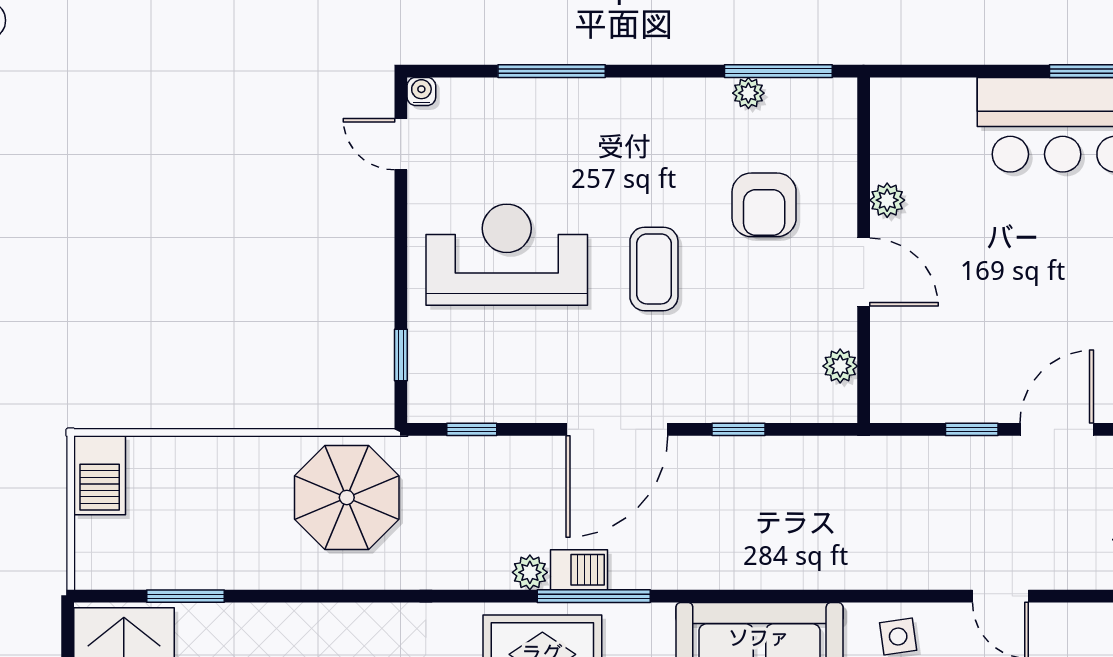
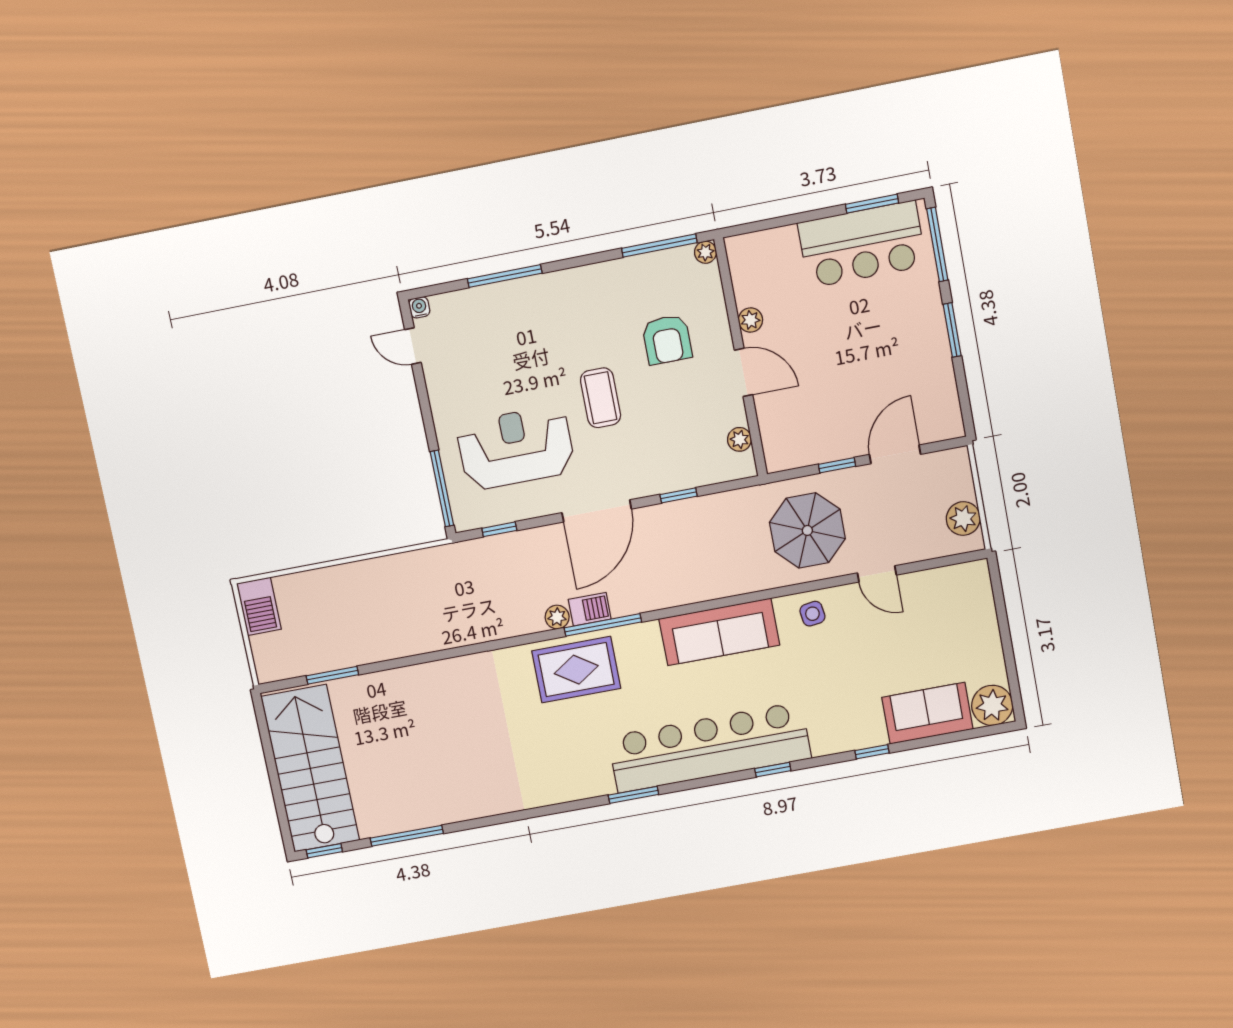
plant: (748, 93) -> (706, 252), moved
reception desk: (507, 255) -> (516, 448), moved
window: (401, 355) -> (442, 488), width x2.17
parasol: (347, 497) -> (807, 530), moved

